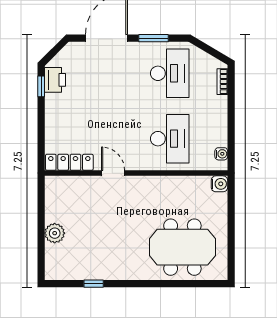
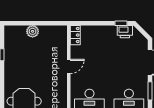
locker: (69, 162) -> (75, 35), width x0.66

